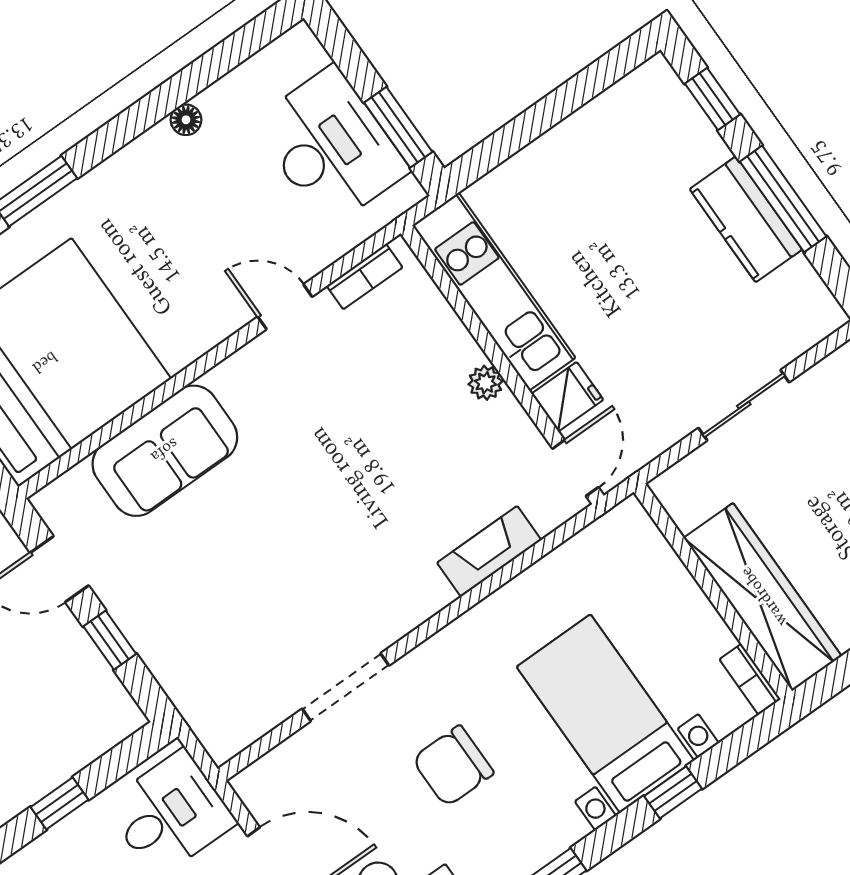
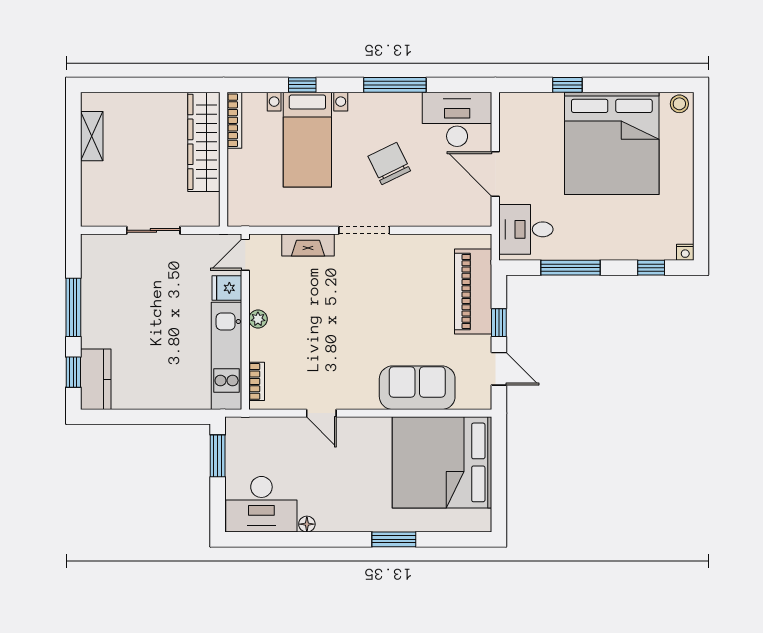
desk: (331, 147) -> (261, 504), moved, turned -90
kitchen counter: (746, 219) -> (96, 379), moved
bookcase: (365, 277) -> (257, 381), moved, turned 90
piano: (184, 660) -> (473, 291), added
bookcase: (750, 679) -> (234, 120), width x1.56
doorway: (346, 687) -> (364, 230), moved
chair: (453, 766) -> (389, 164), turned -116
window: (59, 803) -> (571, 268), width x2.17

